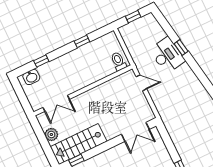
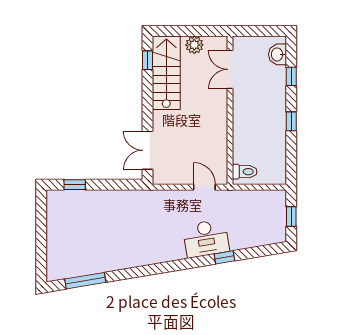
window: (82, 41) -> (291, 121), moved
desk: (167, 55) -> (206, 238), moved
door: (141, 83) -> (204, 187), swing flipped

